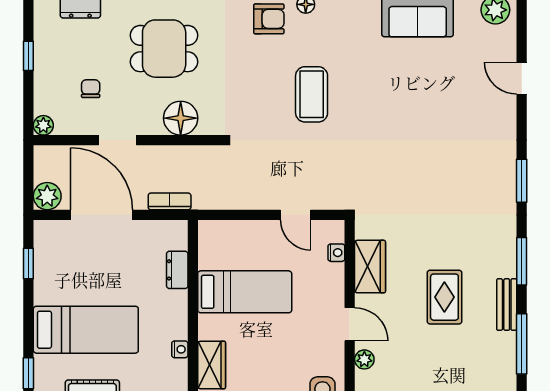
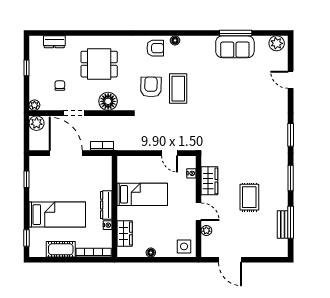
armchair: (261, 91) -> (151, 87), added
plant: (47, 196) -> (37, 123), moved
dresser: (177, 270) -> (106, 205), moved, width x1.44
bench: (507, 305) -> (283, 225), moved

